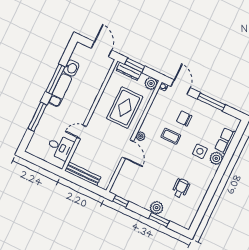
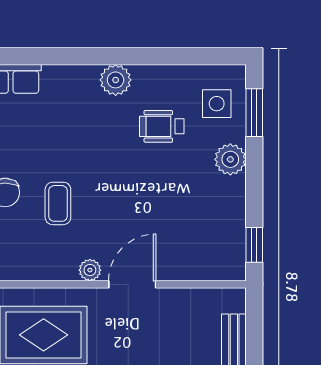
side table: (200, 151) -> (217, 104), moved
plant: (216, 158) -> (116, 80), moved
window: (159, 220) -> (254, 113), moved

